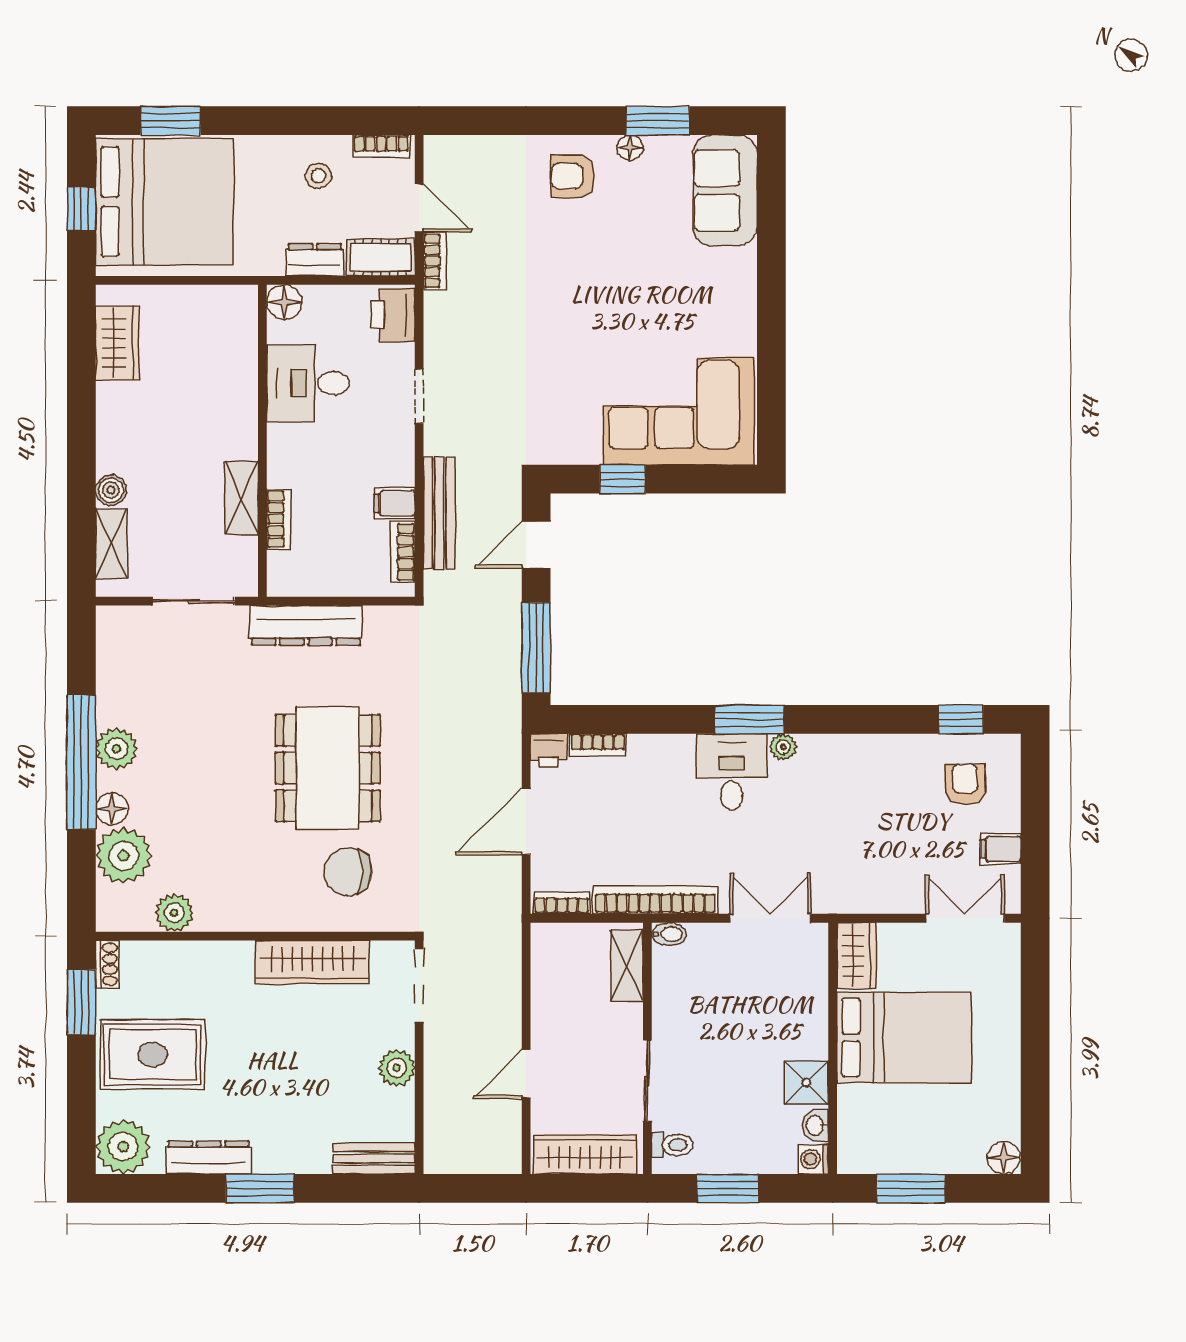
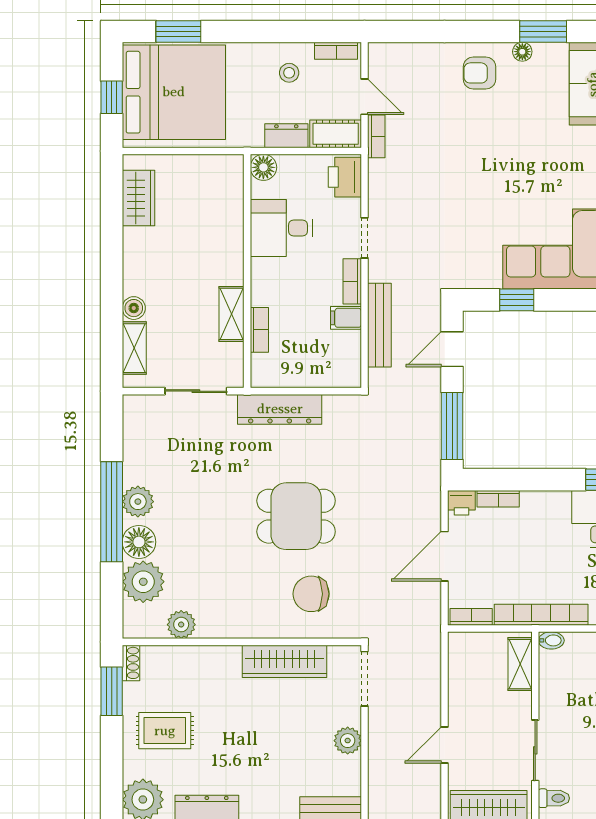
bookcase: (403, 552) -> (352, 281), moved
dining table: (328, 768) -> (296, 516), width x0.73
floor lamp: (112, 809) -> (139, 542), width x1.38, depth x1.38
rug: (152, 1055) -> (165, 731), width x0.73, depth x0.70

